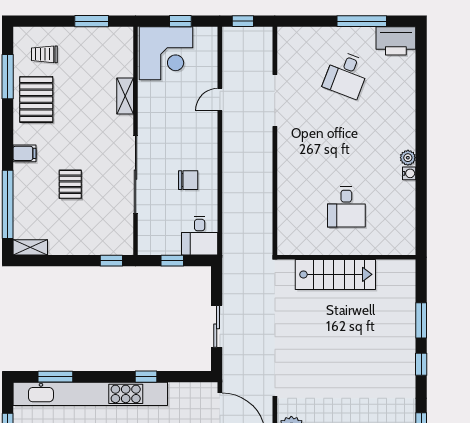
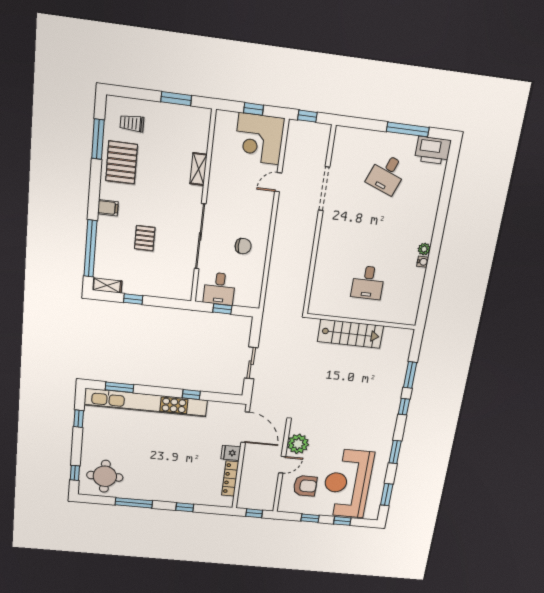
corner desk: (166, 53) -> (259, 139), moved, turned 90
desk: (200, 236) -> (219, 289), moved
window: (111, 261) -> (133, 299), moved

